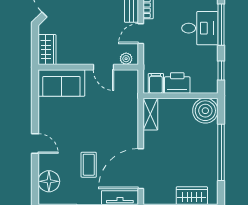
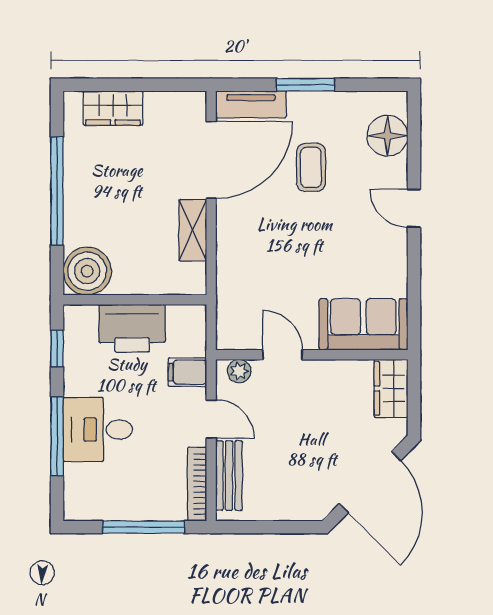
door: (141, 34) -> (211, 419), hinge flipped
filing cabinet: (156, 83) -> (187, 372), moved, turned 90
printer: (177, 83) -> (132, 328), width x1.37, depth x1.19
shelving: (150, 114) -> (193, 230), moved

